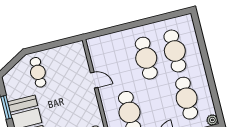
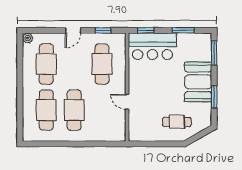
cafe table: (38, 72) -> (177, 122), turned 90

